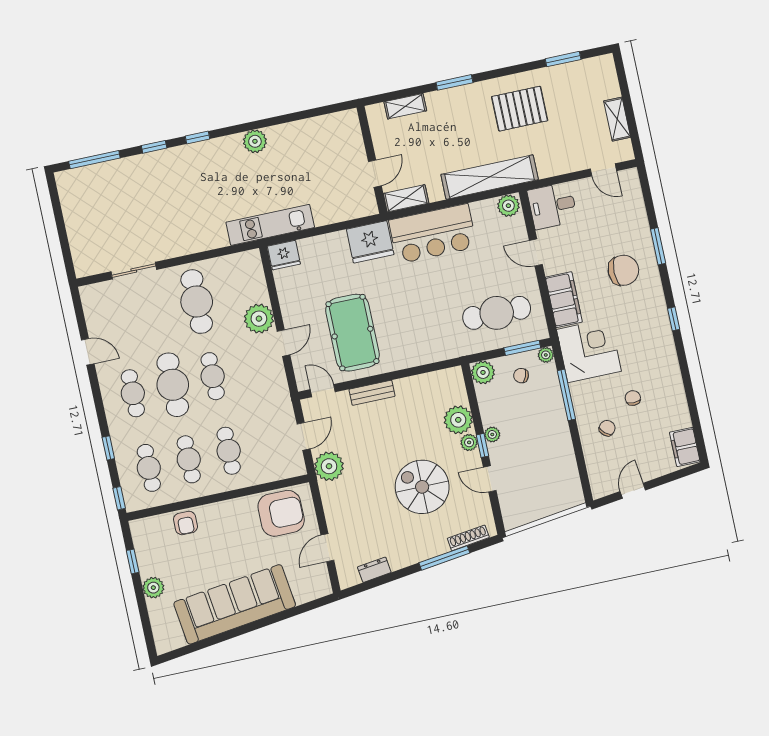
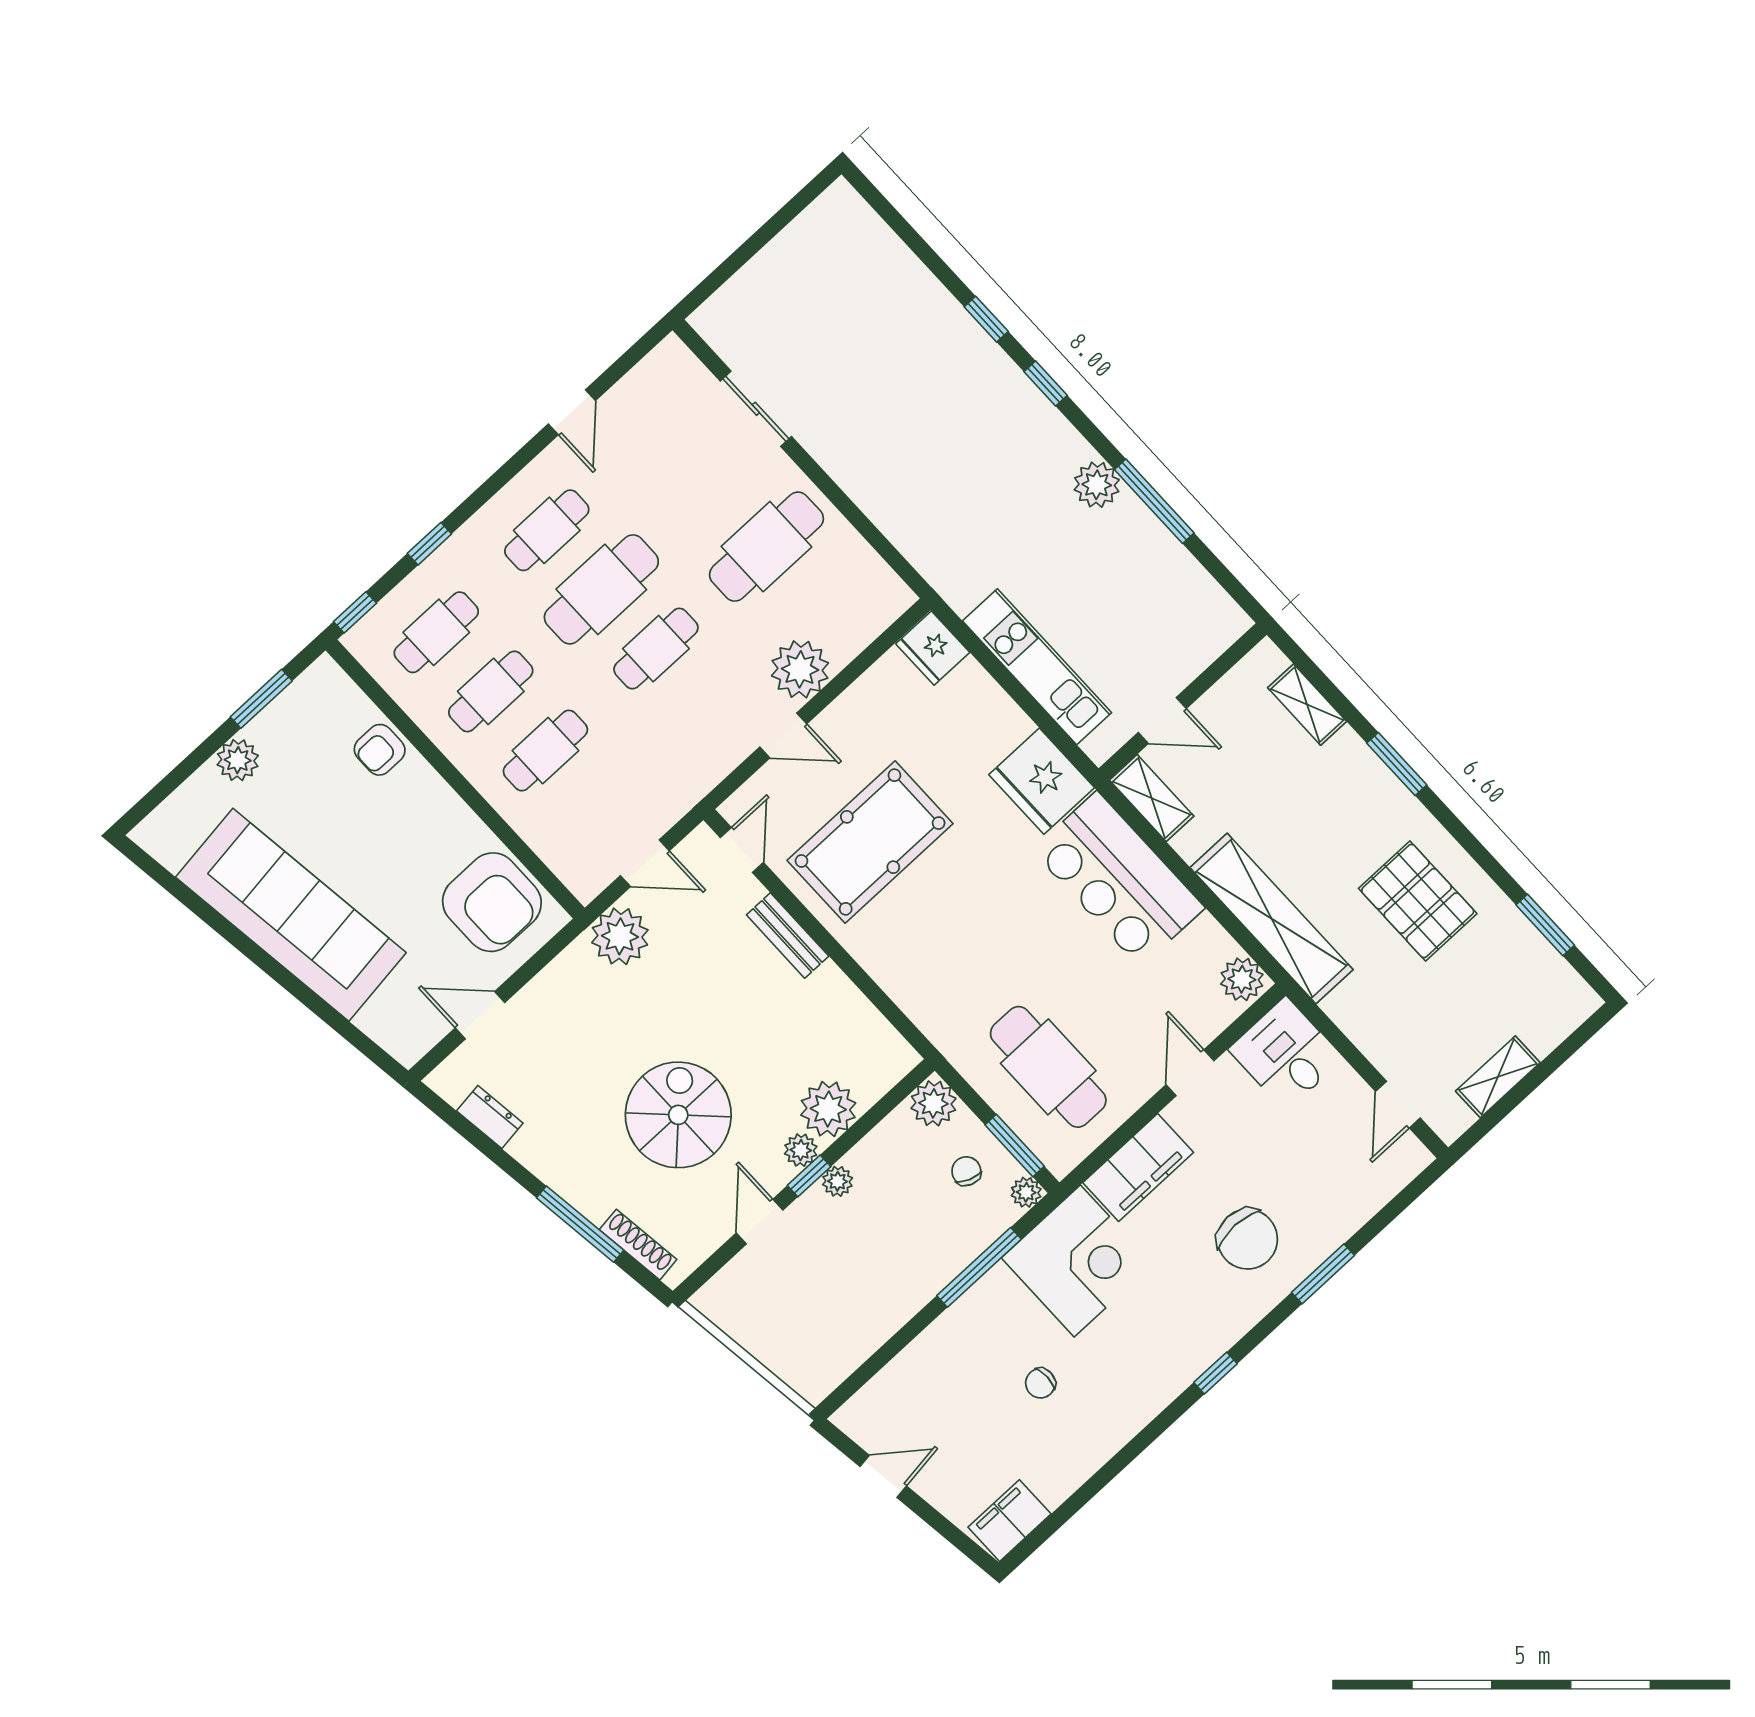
window: (94, 160) -> (1154, 501), moved
kitchen unit: (270, 225) -> (1037, 667), moved
chair: (633, 398) -> (1040, 1383), turned 180
chair: (607, 428) -> (963, 1370), removed
window: (133, 561) -> (261, 699), width x1.50

